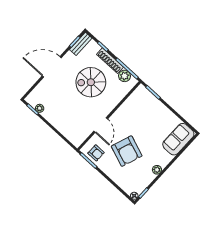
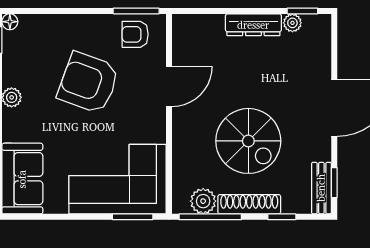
spiral stairs: (91, 82) -> (248, 141), turned 90
corner sofa: (147, 110) -> (117, 179), added
dresser: (53, 120) -> (253, 25), added
door: (101, 125) -> (169, 86), swing flipped

